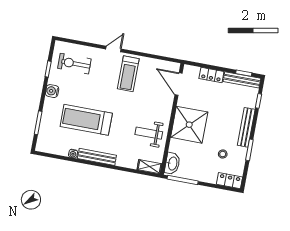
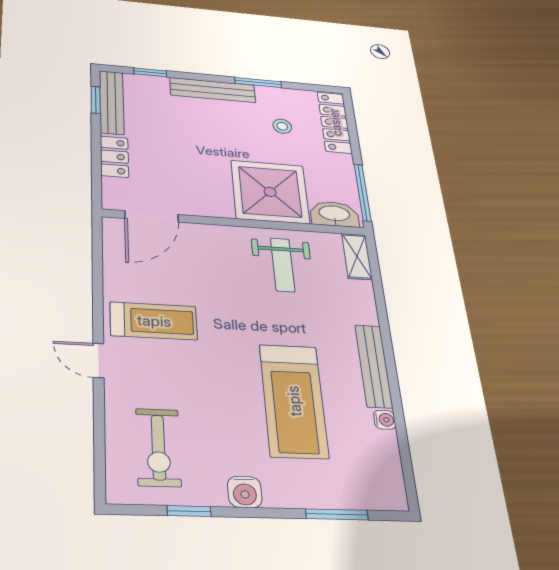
shower: (189, 125) -> (270, 192), moved
locker: (230, 181) -> (335, 122), width x1.53

